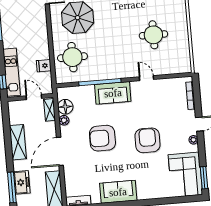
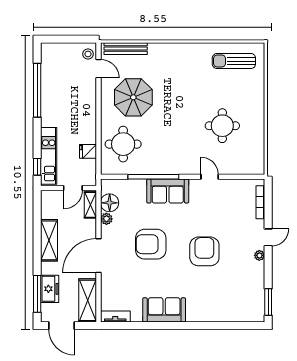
door: (34, 97) -> (73, 188), swing flipped
corner sofa: (185, 175) -> (246, 296), removed

